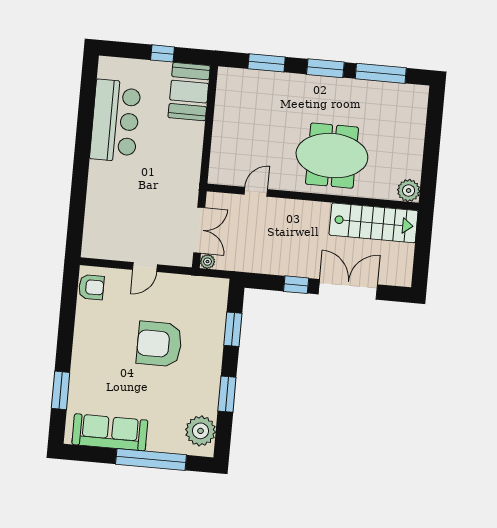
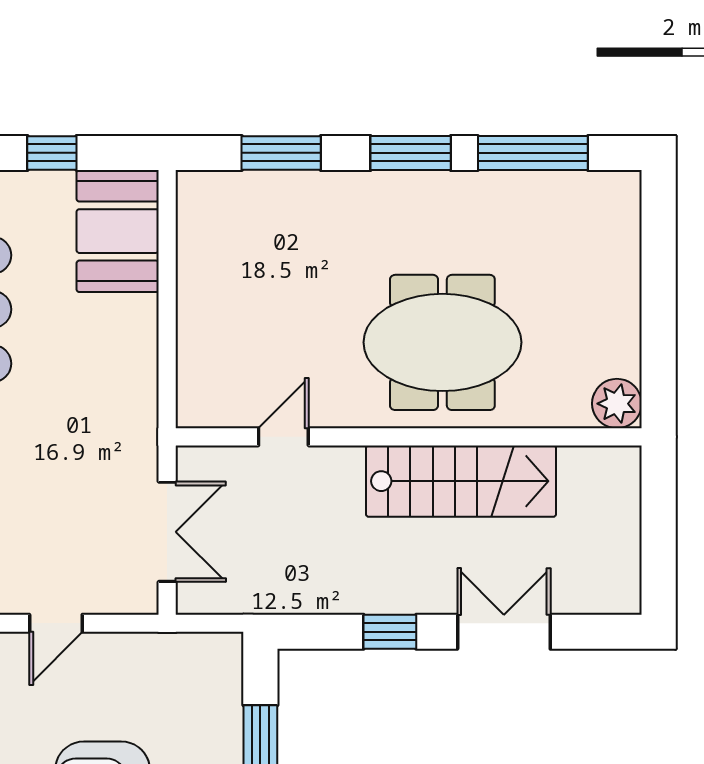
stairs: (374, 223) -> (461, 481), moved
plant: (208, 262) -> (192, 599), removed
double door: (348, 289) -> (504, 632), width x0.73

